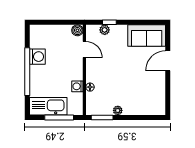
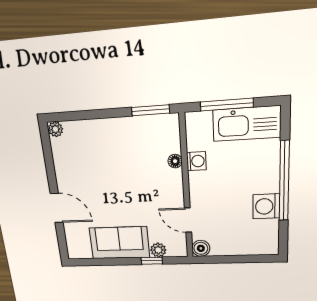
sofa: (147, 36) -> (119, 243), moved
door: (168, 61) -> (57, 208), hinge flipped
plant: (118, 110) -> (55, 129), moved

